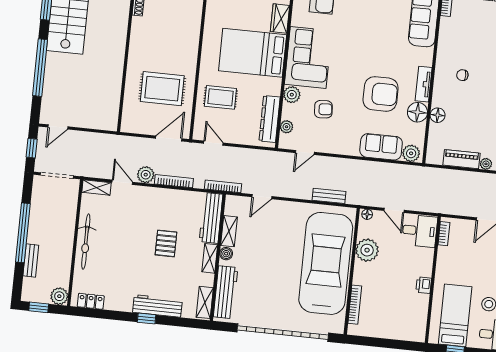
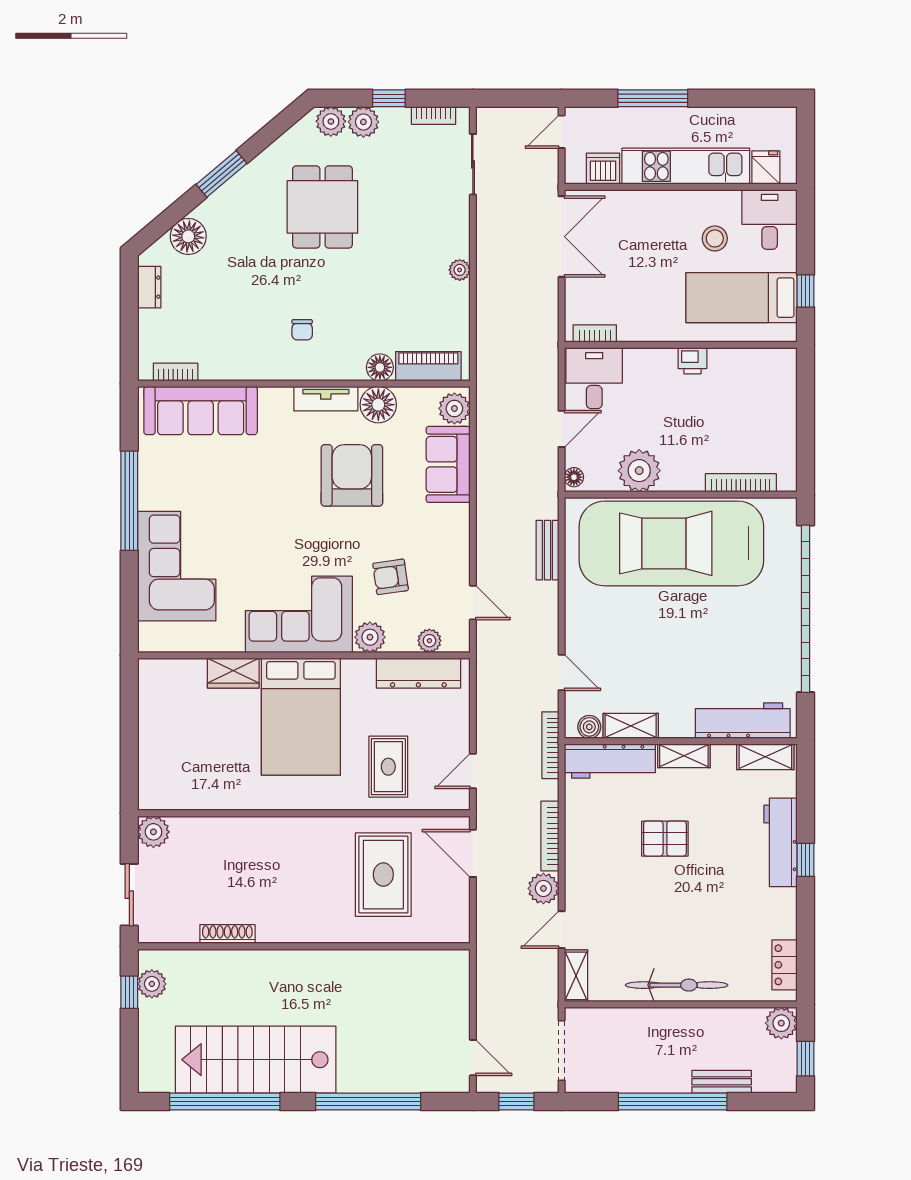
armchair: (323, 109) -> (391, 577), turned -94
piano: (461, 159) -> (428, 366), moved, turned 90
boiler: (226, 254) -> (589, 727), moved

